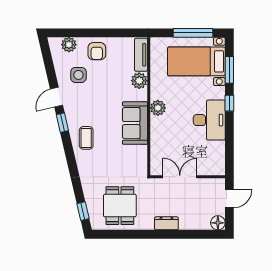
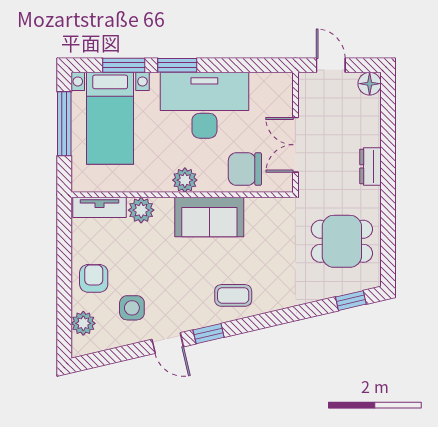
armchair: (97, 51) -> (94, 278), turned -90
window: (229, 103) -> (177, 65), width x1.50
desk: (209, 120) -> (204, 105), width x1.36, depth x1.30
chair: (165, 145) -> (245, 169), added

